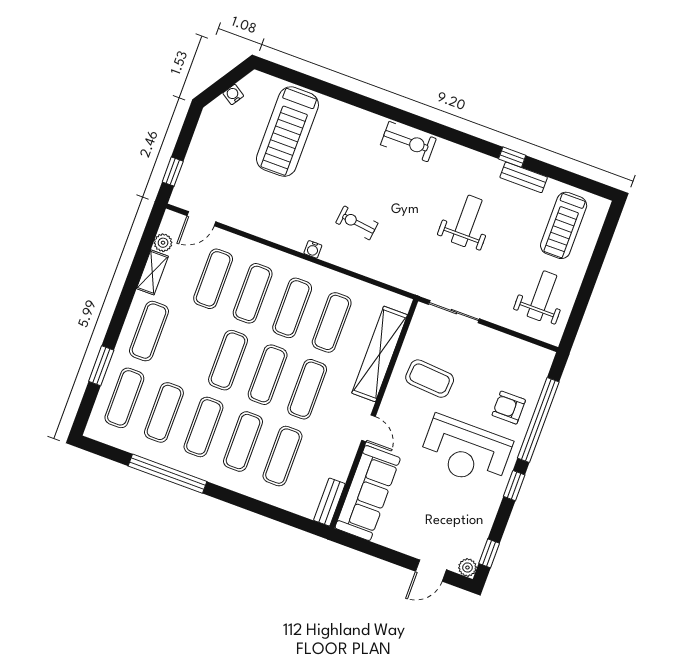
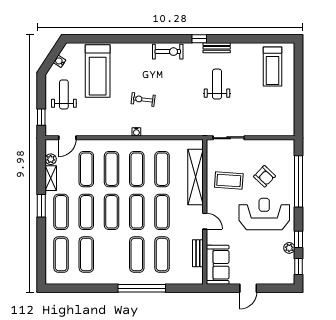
window: (512, 157) -> (199, 39), moved
bench: (524, 177) -> (217, 48), moved
exercise bike: (357, 223) -> (143, 99), moved
weight bench: (542, 296) -> (64, 94), moved
window: (101, 366) -> (41, 206), moved
armchair: (509, 408) -> (265, 176), moved, turned -136
exercise mat: (203, 427) -> (86, 212), moved
reception desk: (466, 451) -> (264, 214), turned 180
window: (168, 474) -> (142, 288), moved
window: (514, 486) -> (299, 239), moved
sofa: (368, 493) -> (218, 265), width x0.73
bench: (329, 502) -> (198, 253), moved
plant: (467, 567) -> (289, 248), moved
door: (431, 571) -> (248, 288), moved

